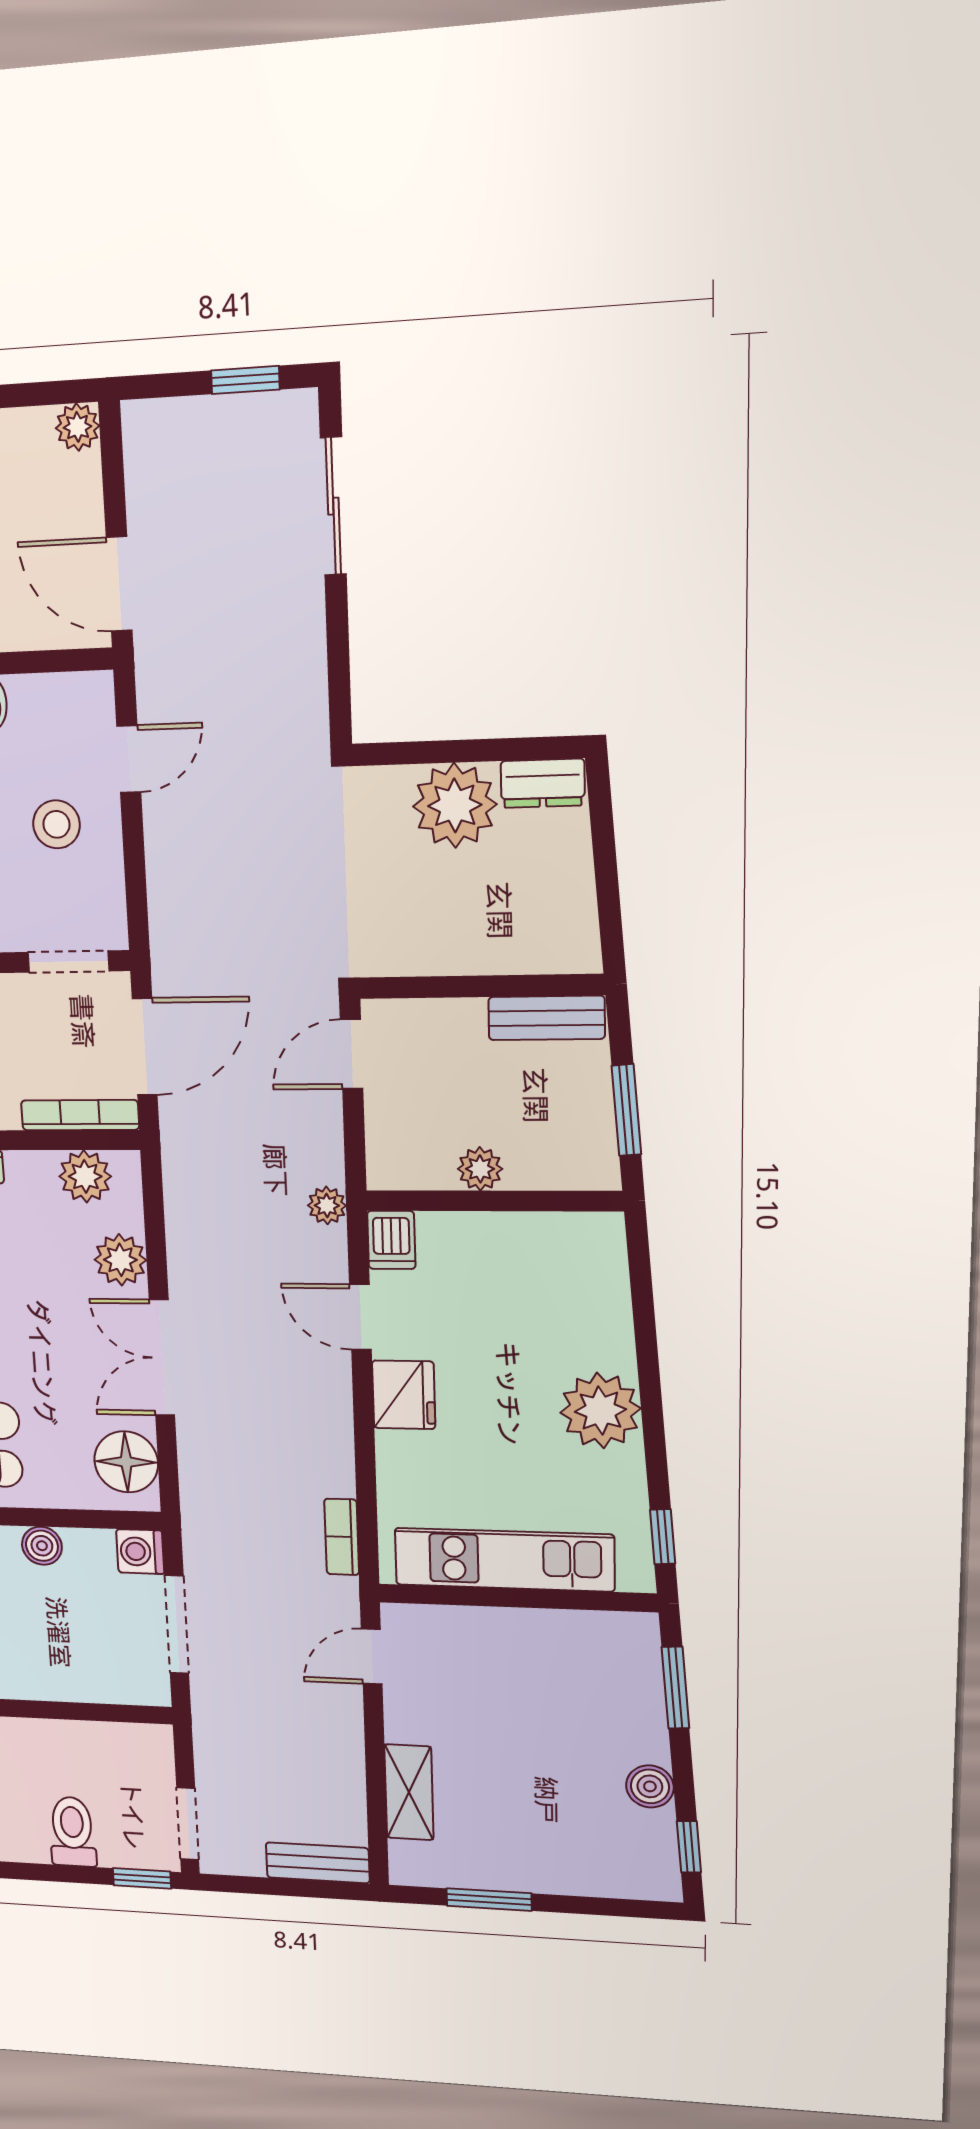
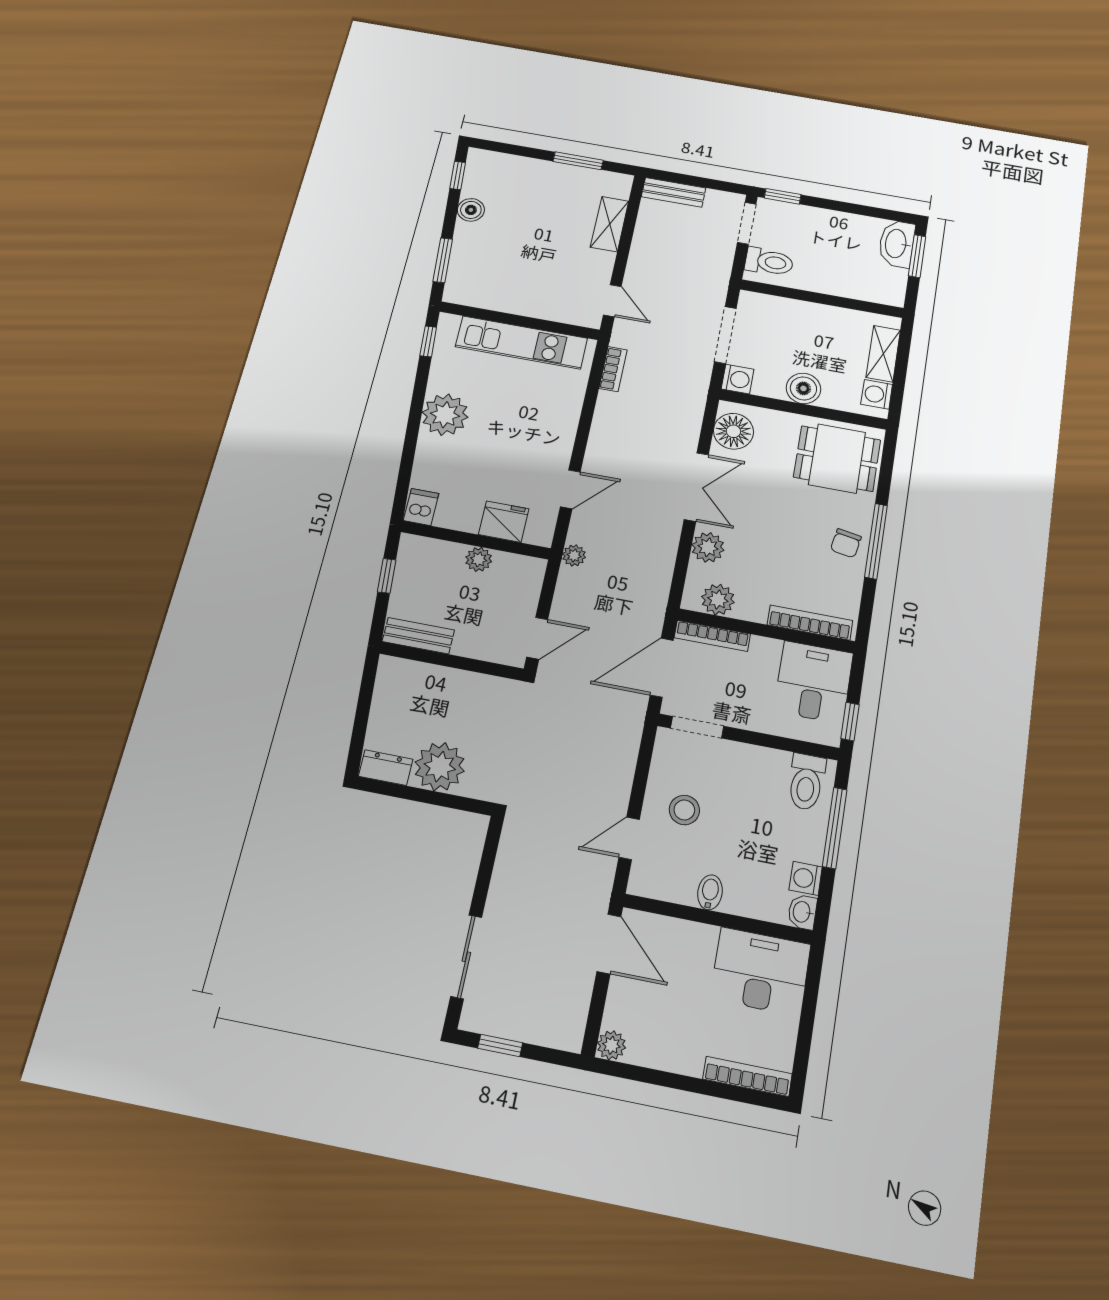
window: (626, 1110) -> (387, 576), width x0.67
dishwasher: (391, 1240) -> (421, 507), moved
door: (360, 1317) -> (570, 489), hinge flipped
fridge: (404, 1395) -> (504, 522), moved, turned 90
boiler: (42, 1546) -> (803, 388), width x1.36, depth x1.36
door: (372, 1657) -> (612, 301), hinge flipped
toilet: (72, 1832) -> (769, 262), moved, turned -90

